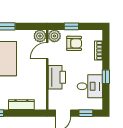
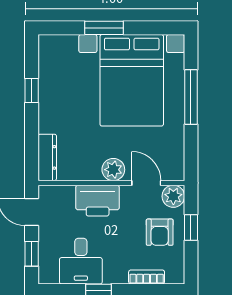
plant: (40, 36) -> (113, 170), moved
dresser: (21, 105) -> (47, 157), moved

